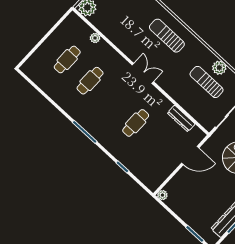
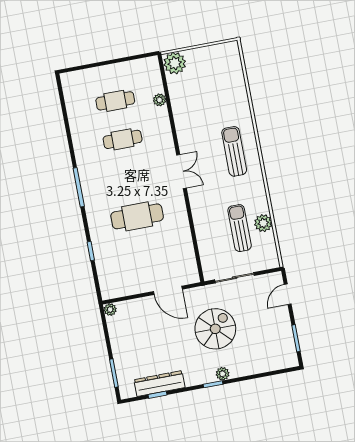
dresser: (181, 118) -> (187, 246), removed
cafe table: (136, 123) -> (137, 216), width x1.37, depth x1.35

